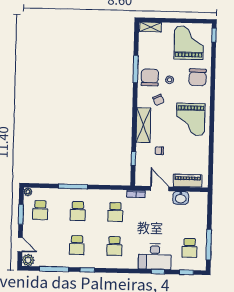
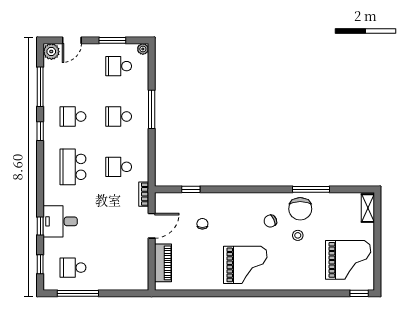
chair: (150, 77) -> (300, 209), turned 90
chair: (198, 77) -> (302, 273), removed
grand piano: (191, 119) -> (245, 265), turned 180
shelving: (143, 125) -> (236, 202), removed
washbasin: (181, 198) -> (140, 254), removed
school desk: (114, 246) -> (73, 167), width x1.85
desk: (155, 257) -> (60, 221), width x0.73

